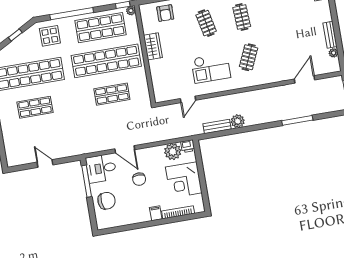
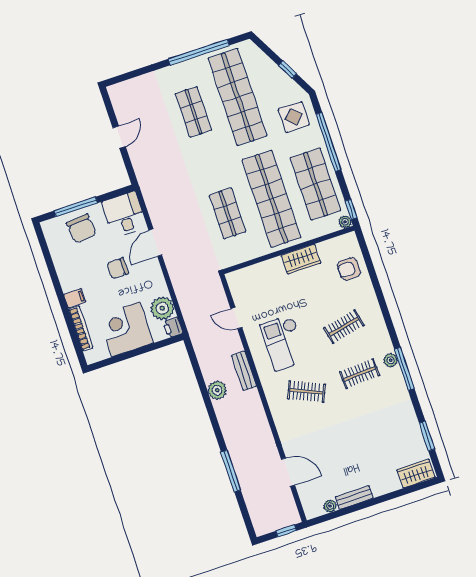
bench: (217, 126) -> (244, 371), moved
window: (87, 181) -> (76, 207), moved

